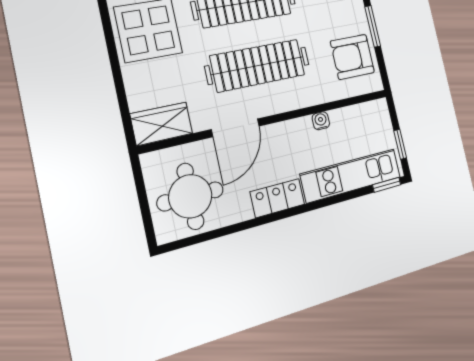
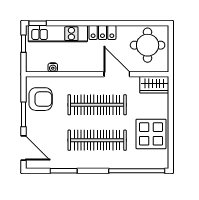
water cooler: (321, 121) -> (53, 67), moved
door: (235, 128) -> (117, 74), hinge flipped

